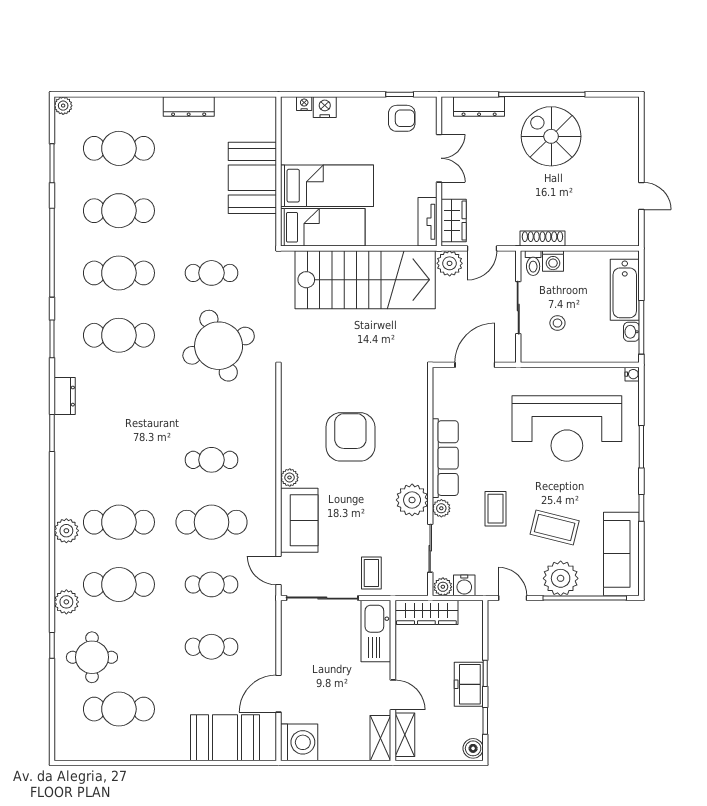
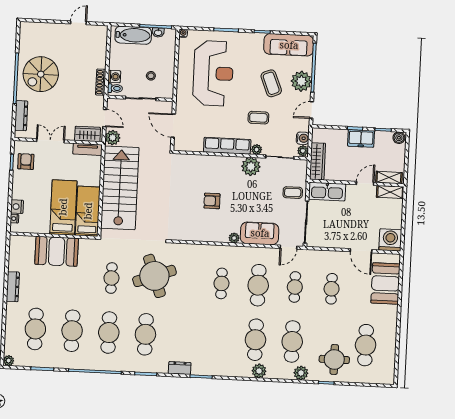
armchair: (350, 437) -> (212, 201), width x0.53, depth x0.53
coffee table: (555, 527) -> (271, 83), turned -36

